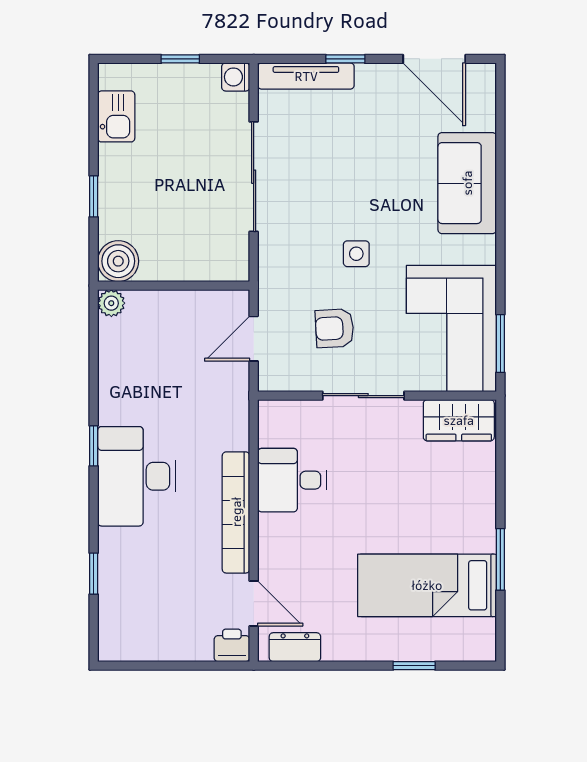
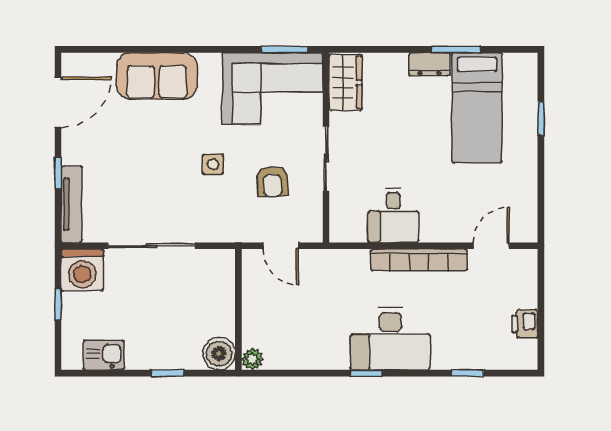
washing machine: (236, 77) -> (82, 270), width x1.89, depth x1.89
printer: (232, 645) -> (525, 324), moved
dresser: (295, 647) -> (430, 64), moved, turned -90

